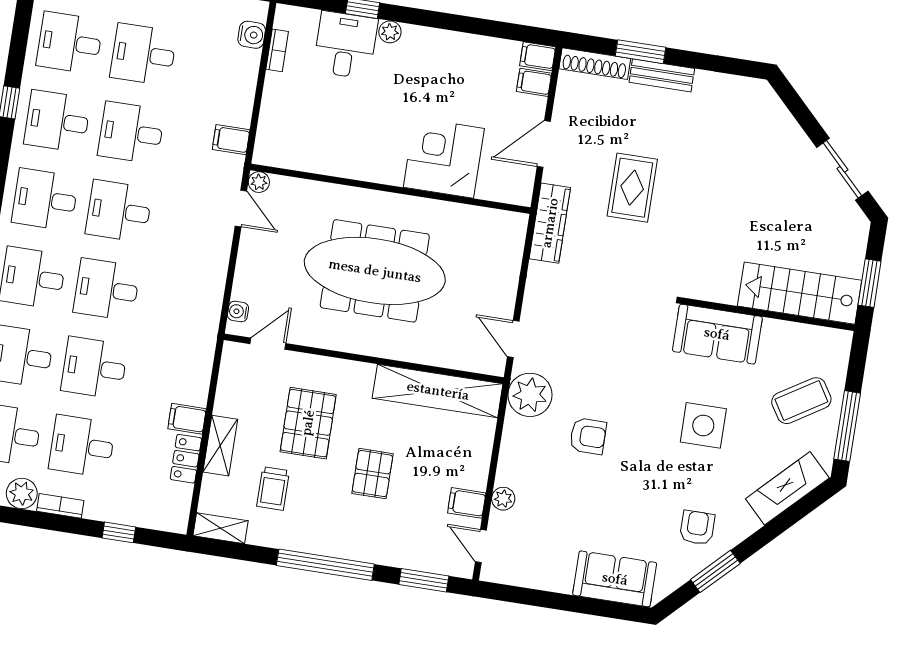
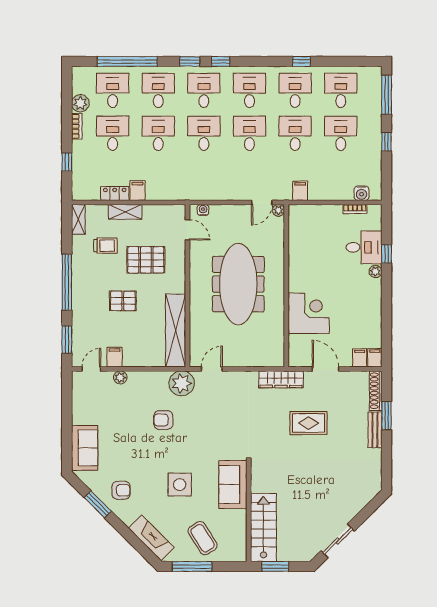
armchair: (588, 436) -> (163, 420), turned 90
trolley: (273, 488) -> (106, 246), turned 180

